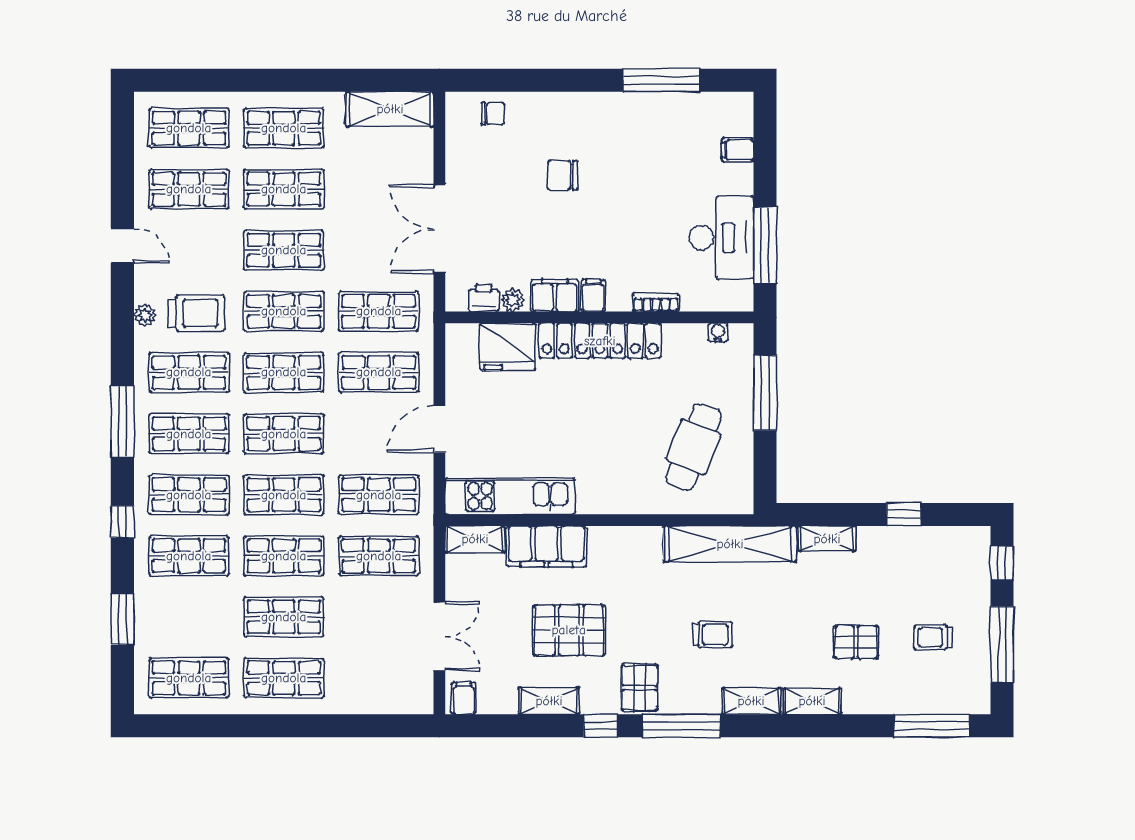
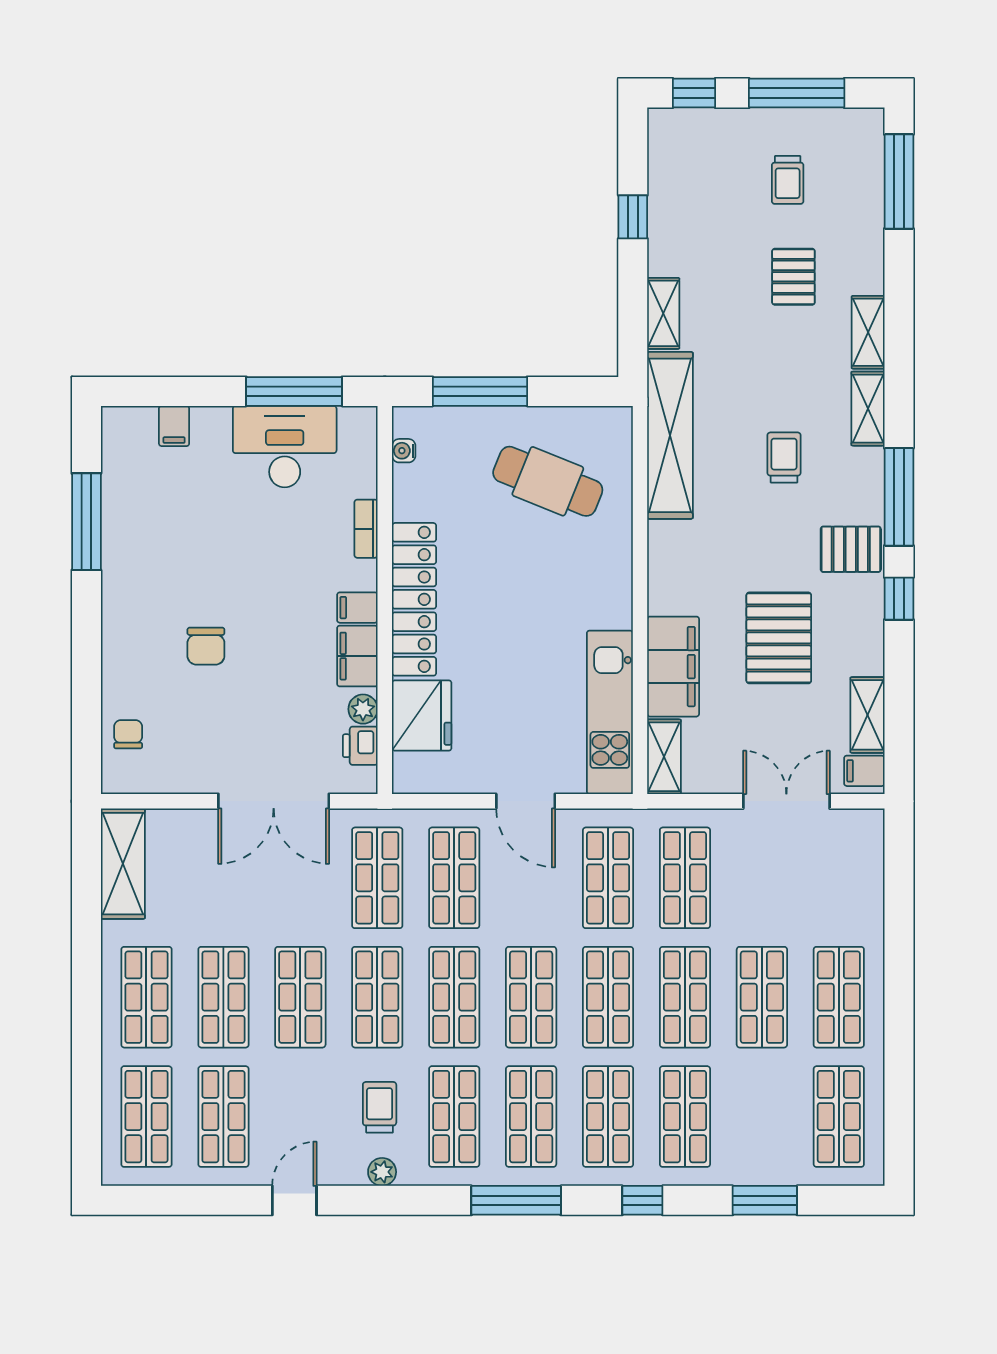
trolley: (196, 313) -> (380, 1107), width x0.73, depth x0.72
shelving: (549, 701) -> (867, 715), moved

